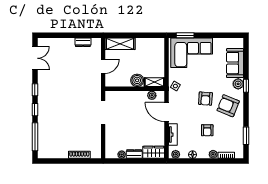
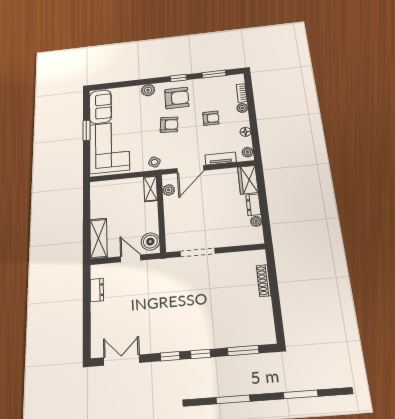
window: (185, 35) -> (86, 130), moved
sofa: (235, 63) -> (100, 107), moved, turned -90
boiler: (137, 80) -> (150, 242), moved
window: (246, 86) -> (178, 78), moved
armchair: (228, 106) -> (177, 98), turned -112
window: (35, 137) -> (243, 351), width x0.69

